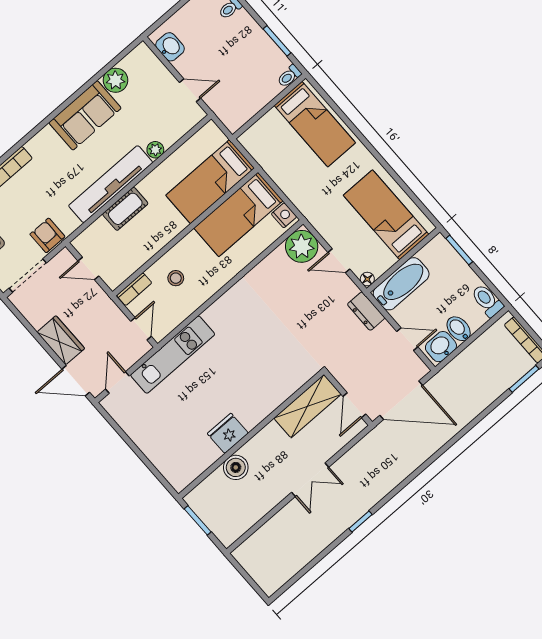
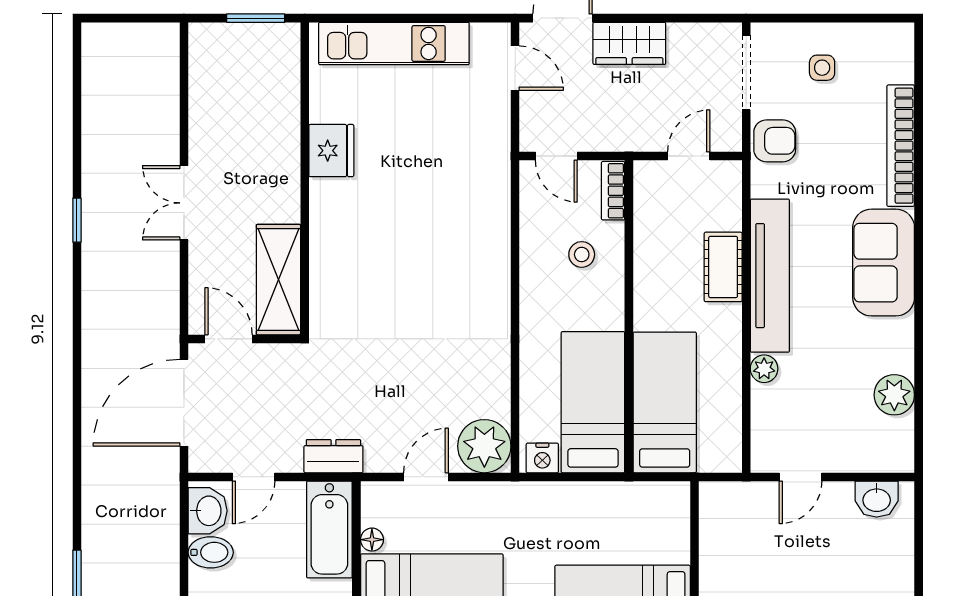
sofa: (85, 115) -> (884, 263), moved
floor lamp: (367, 279) -> (372, 540), moved
kitchen unit: (173, 355) -> (394, 43), moved, turned -90
boiler: (236, 467) -> (280, 123), removed

